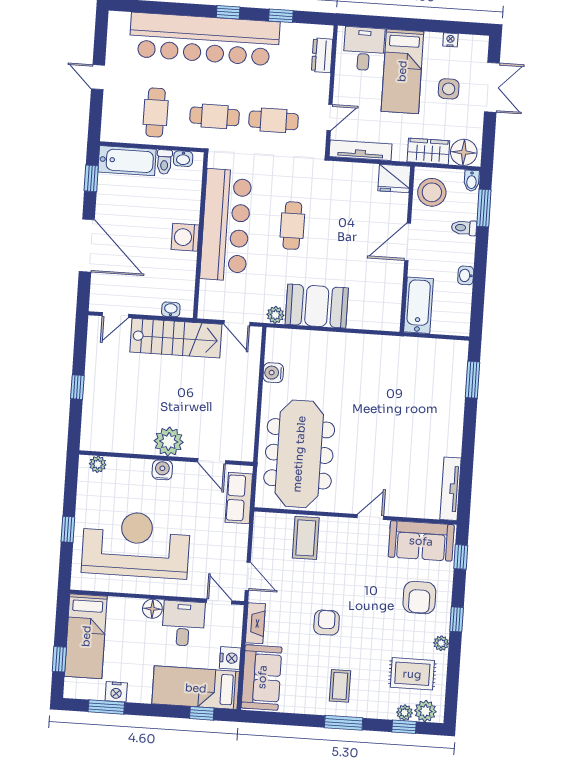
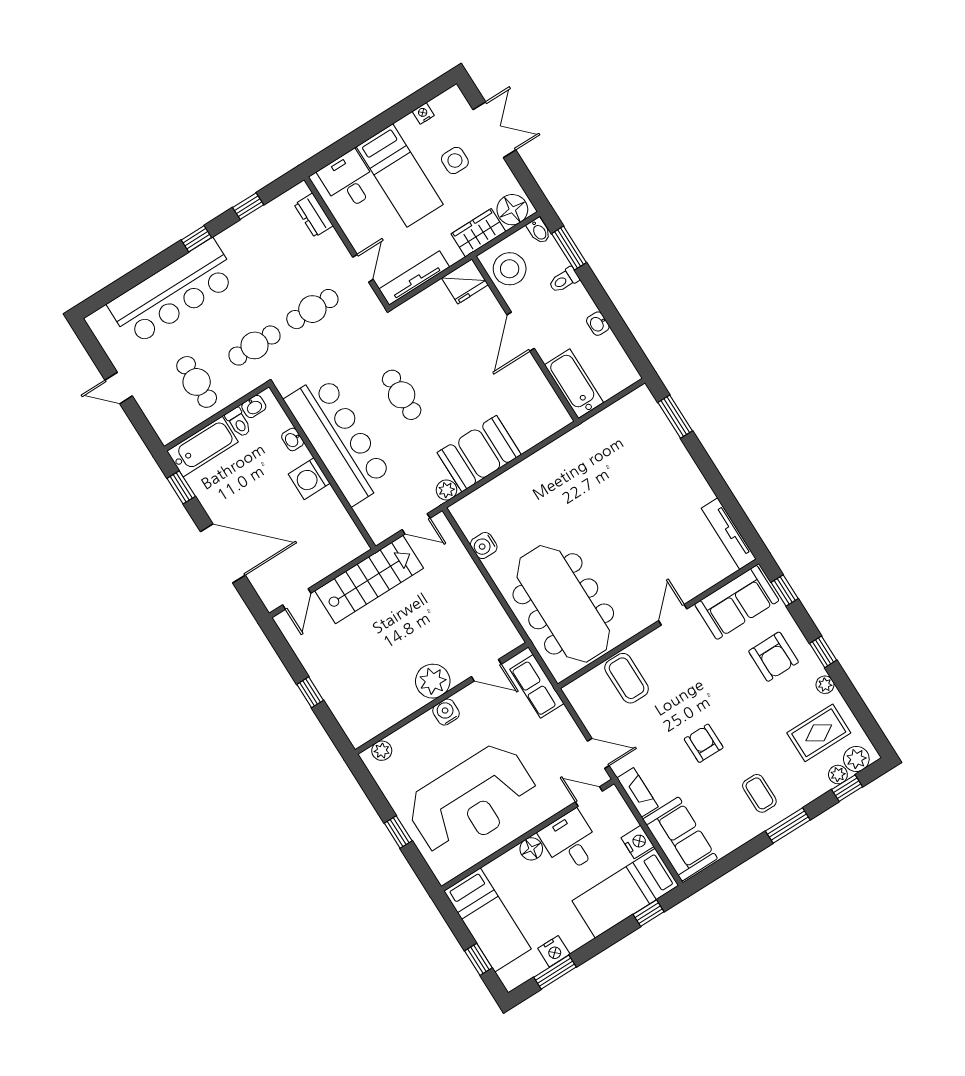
bar counter: (204, 39) -> (173, 292), width x0.73
washbasin: (171, 309) -> (293, 439), moved, turned -90
reception desk: (136, 545) -> (472, 800), turned 180

